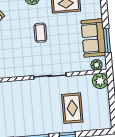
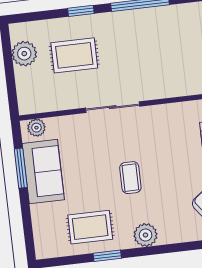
plant: (100, 81) -> (24, 54), moved
rug: (72, 108) -> (74, 55), turned 90

